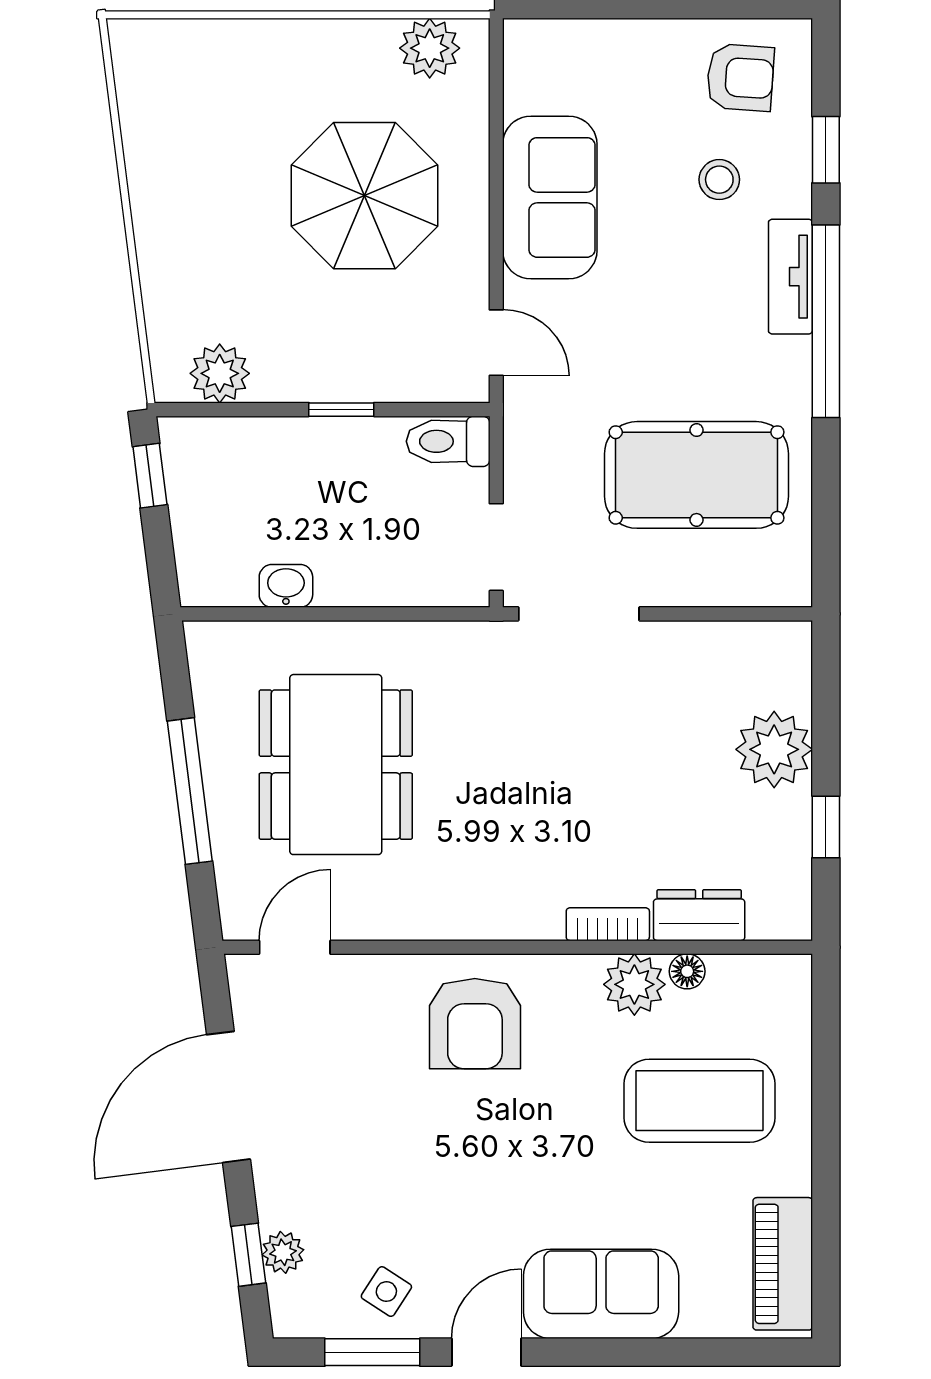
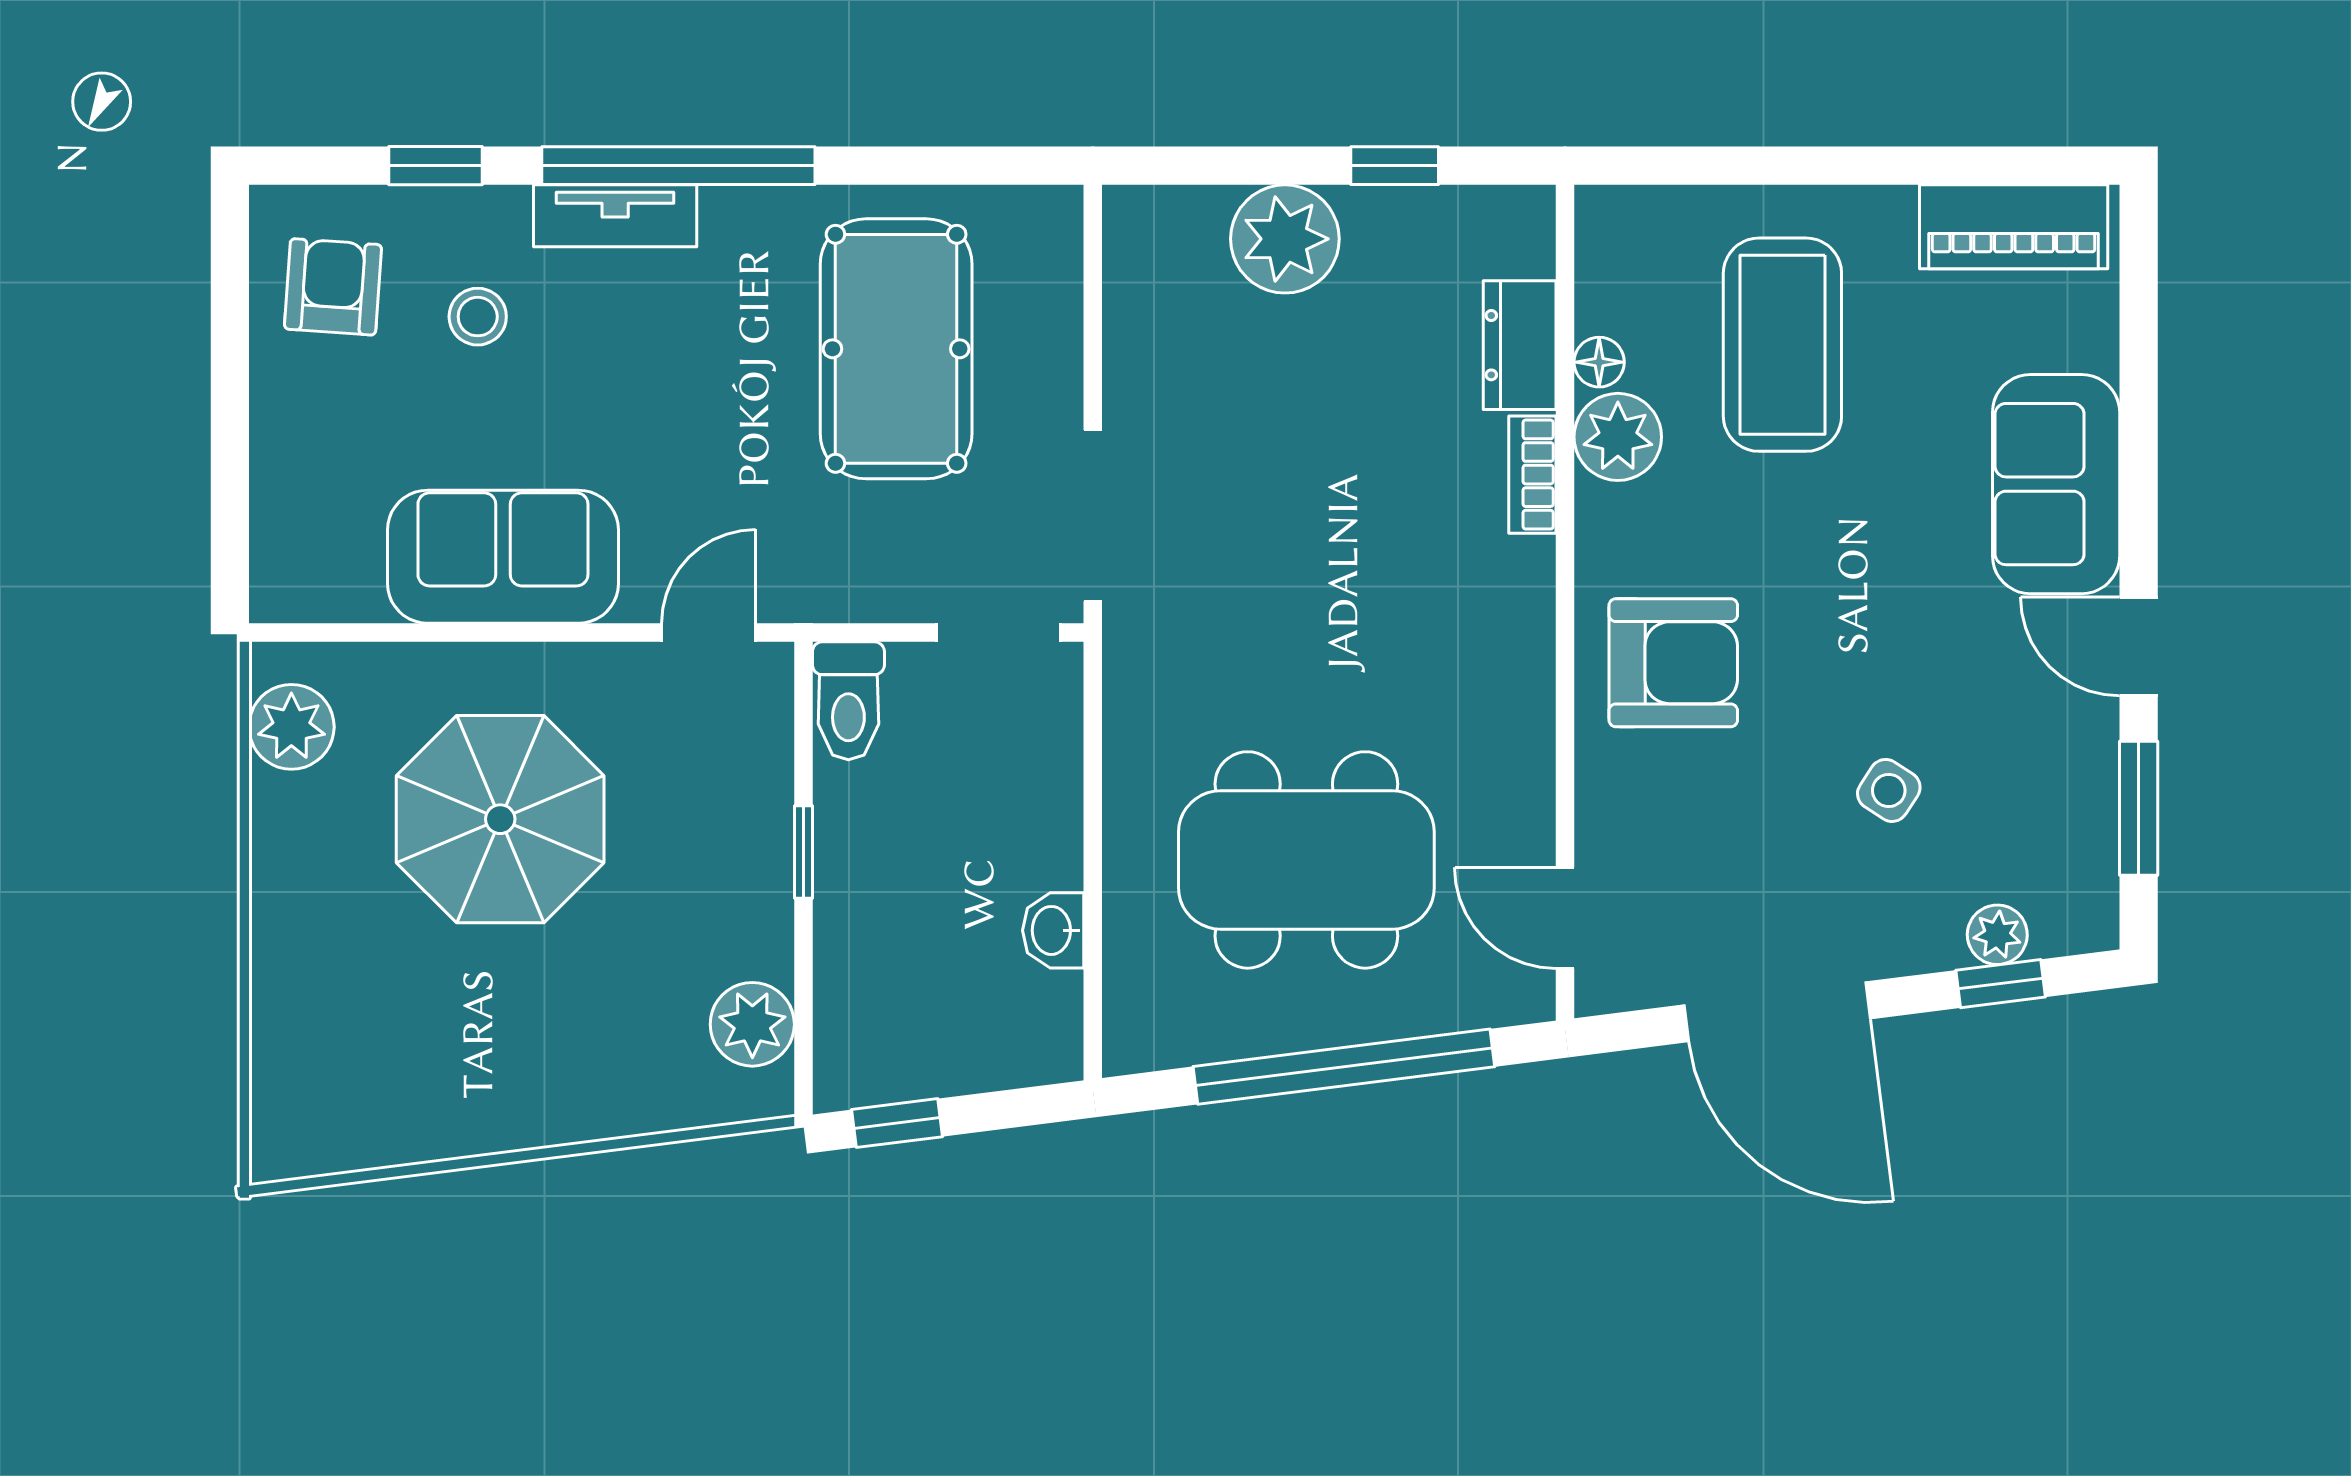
window: (190, 791) -> (1344, 1067), width x1.46
side table: (386, 1292) -> (1889, 790), moved

